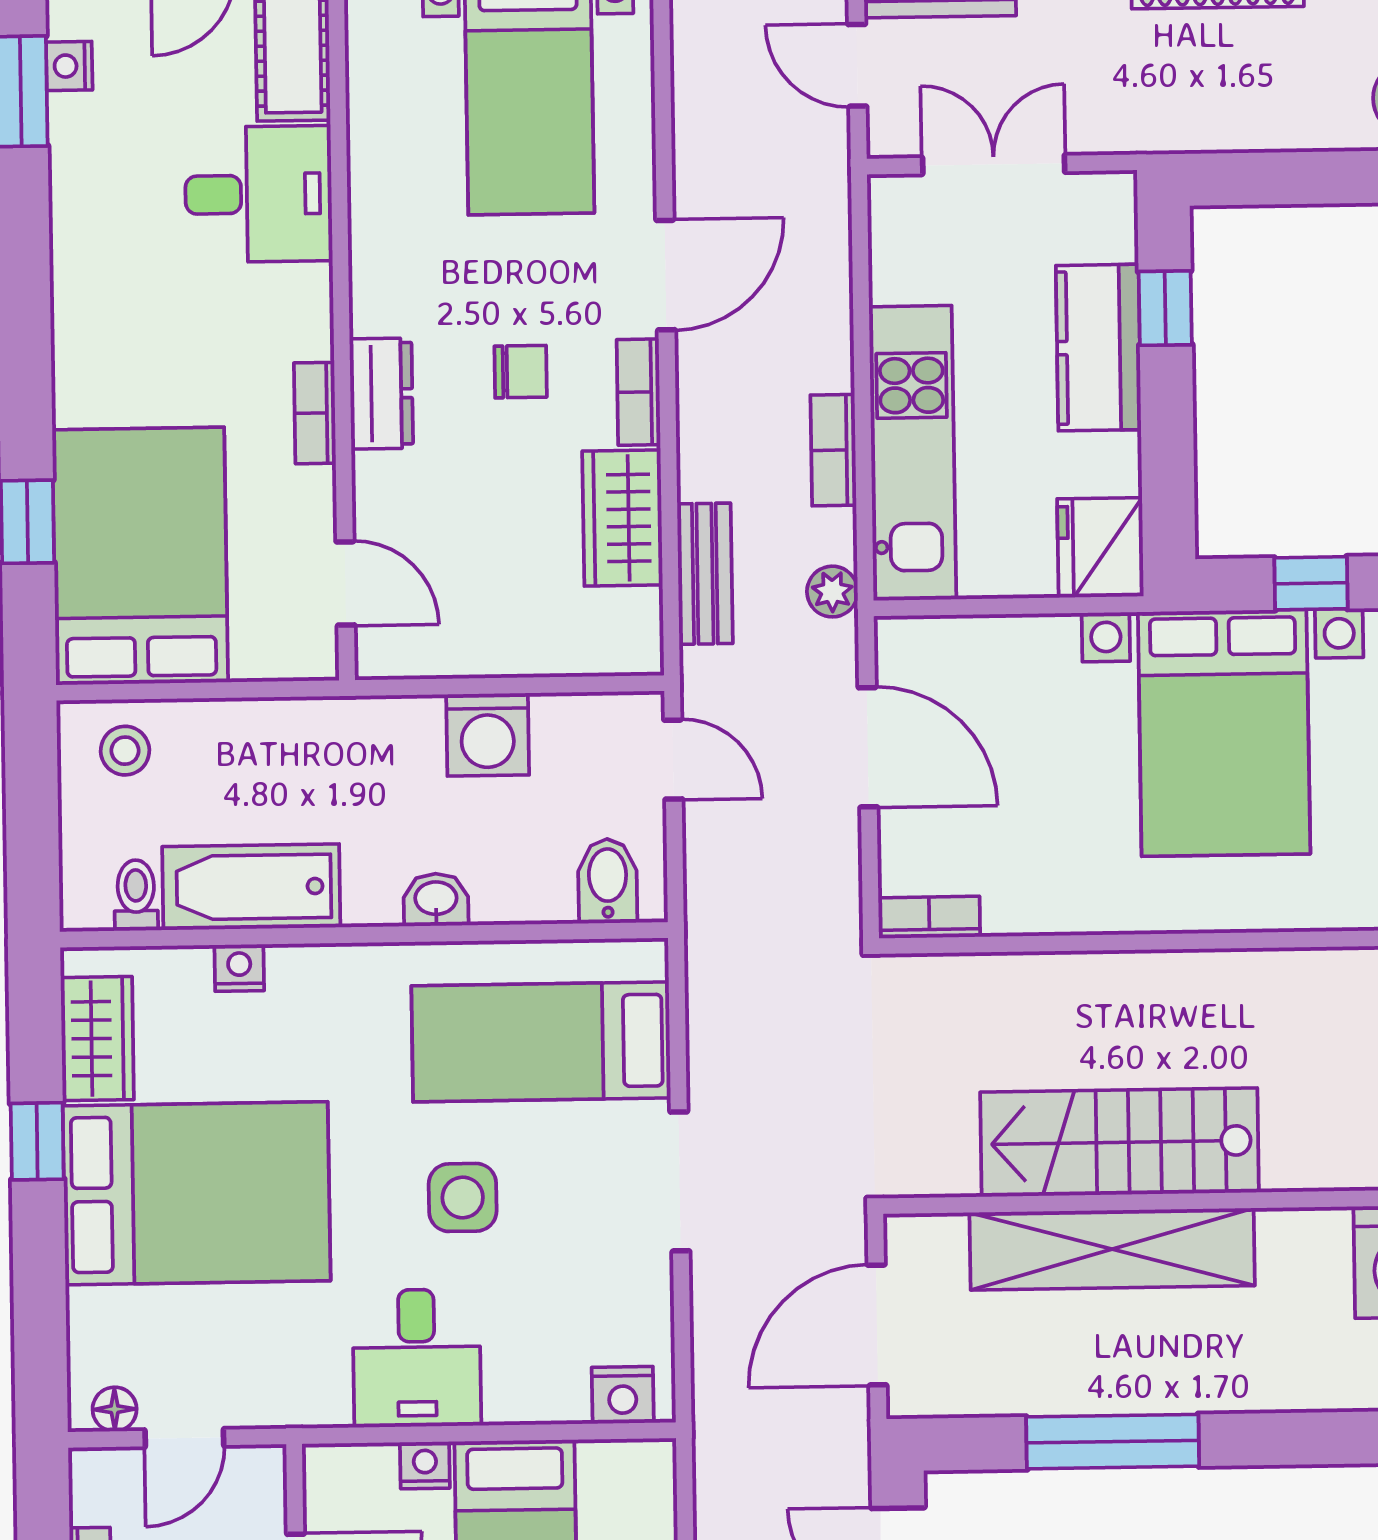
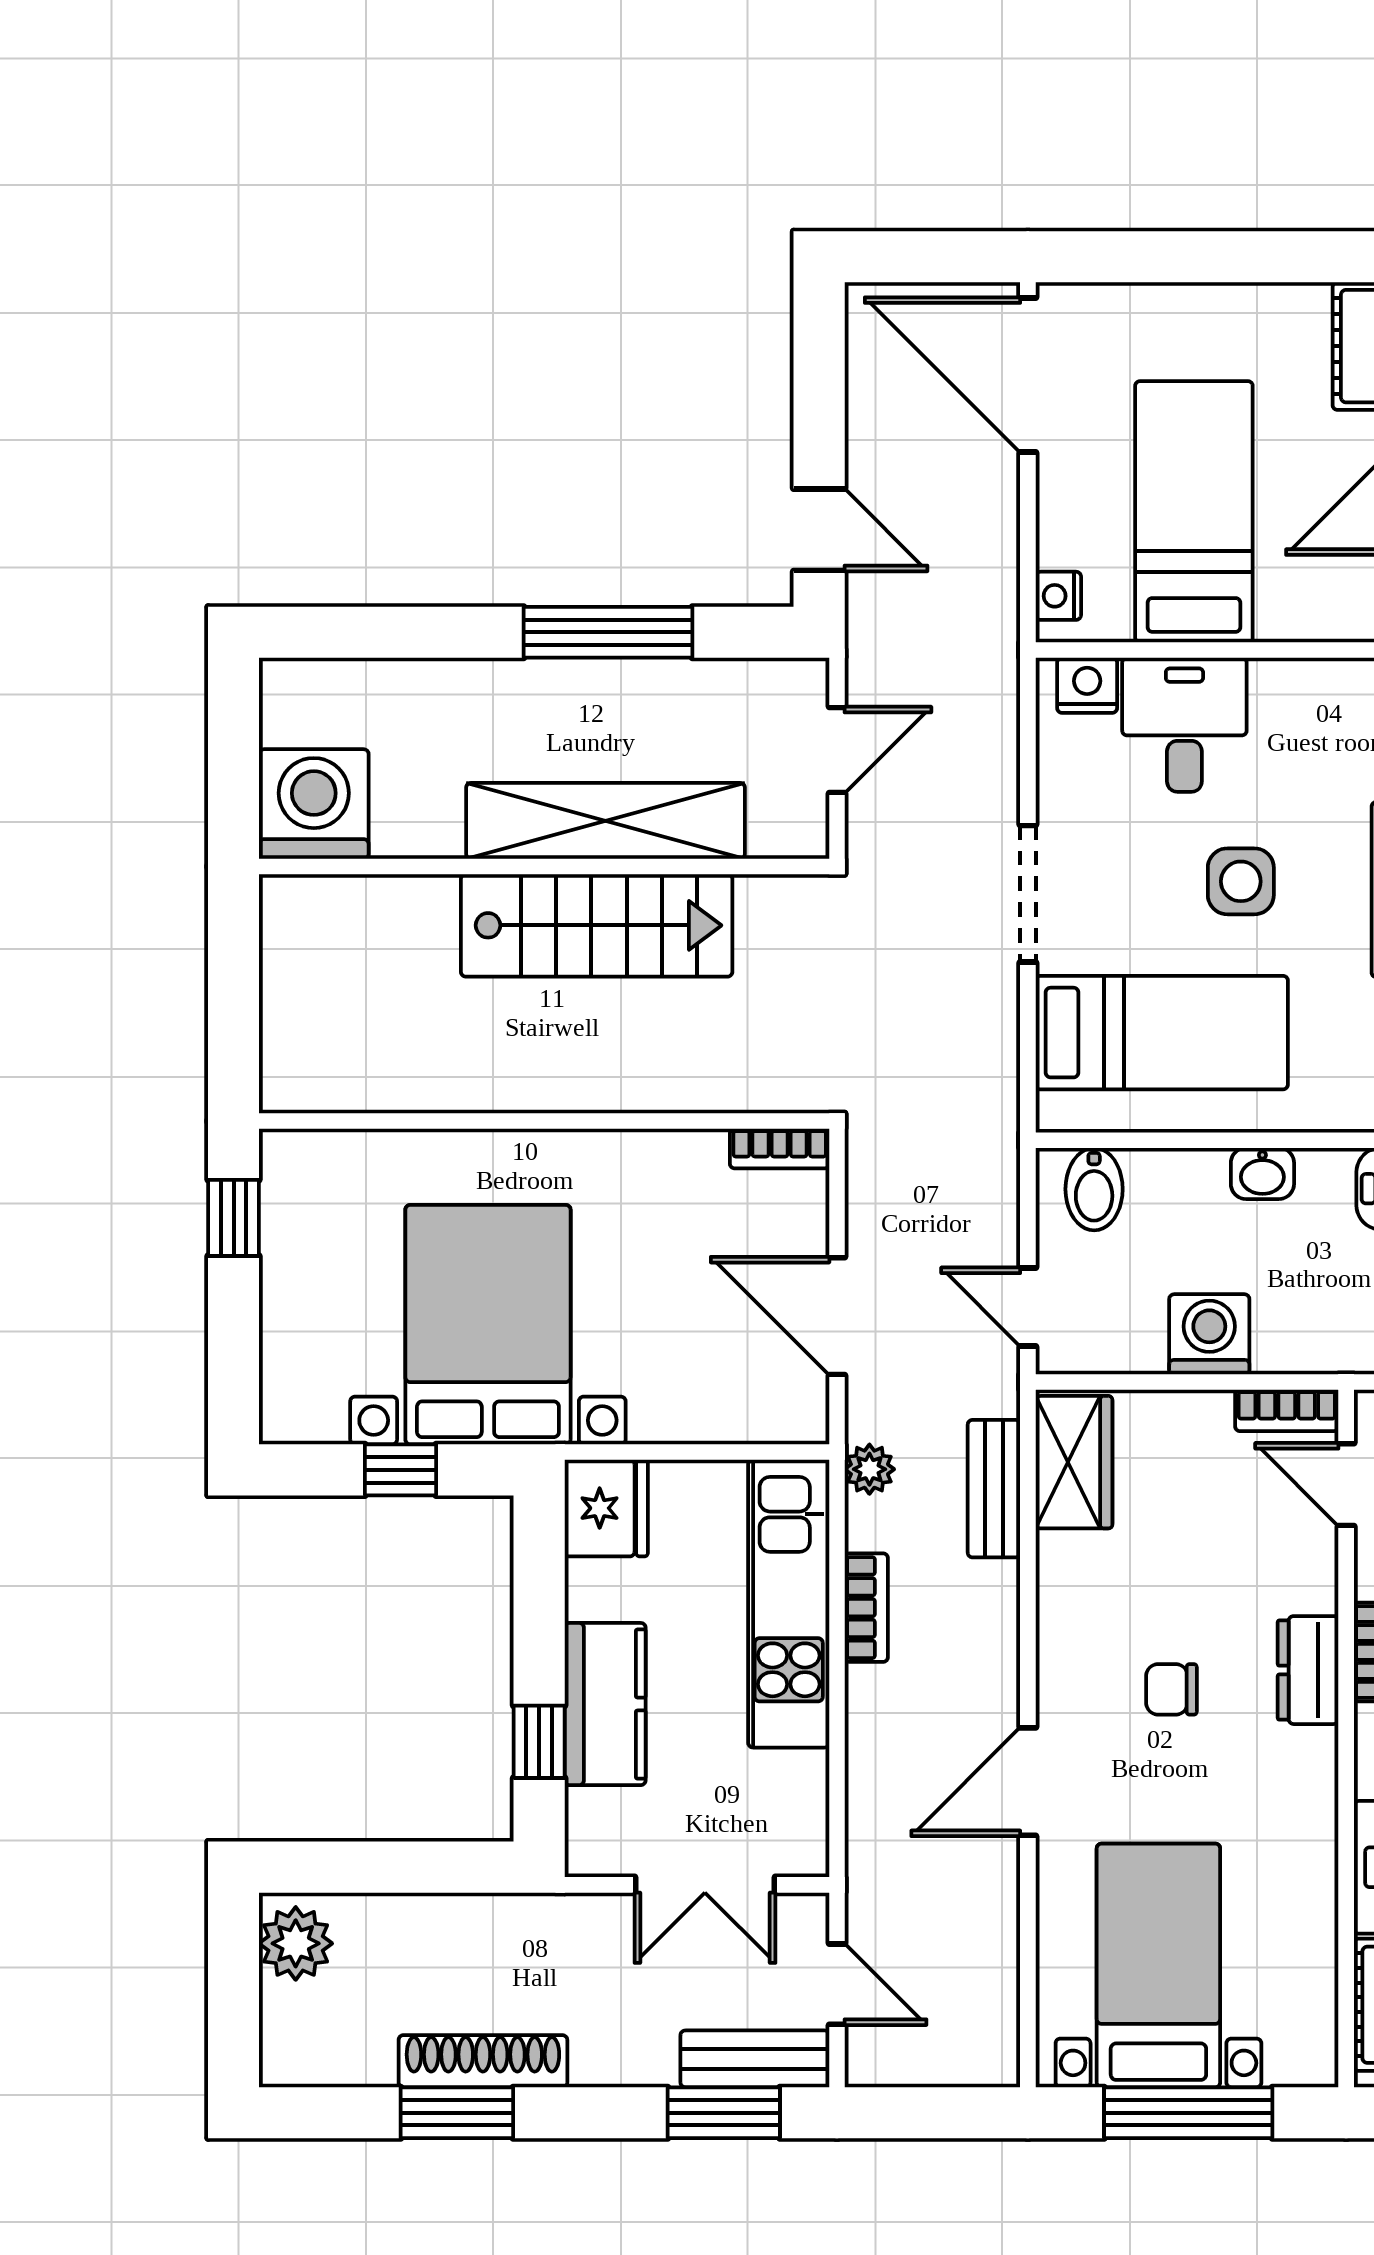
bookcase: (638, 392) -> (1287, 1410), moved, turned 90
wardrobe: (622, 518) -> (1074, 1462), moved
door: (877, 1325) -> (837, 750), width x0.73
desk: (417, 1358) -> (1184, 725), moved
nightstand: (425, 1465) -> (1058, 596), moved, turned 90

